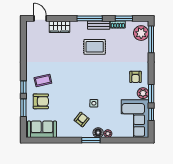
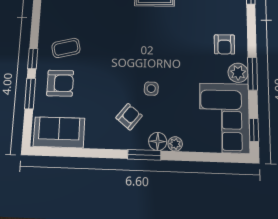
window: (151, 114) -> (254, 130), moved

